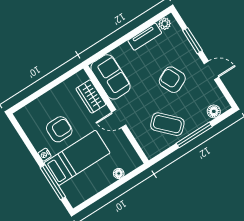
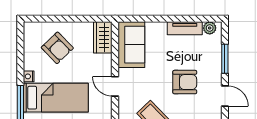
armchair: (172, 80) -> (185, 82), turned 115
wardrobe: (91, 96) -> (103, 37), moved
armchair: (59, 129) -> (57, 48), moved, turned 46

